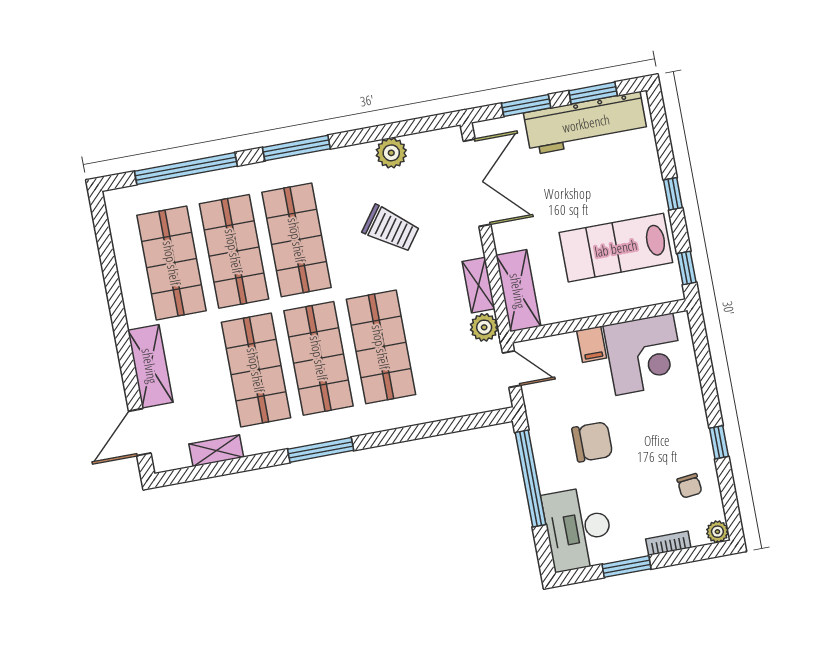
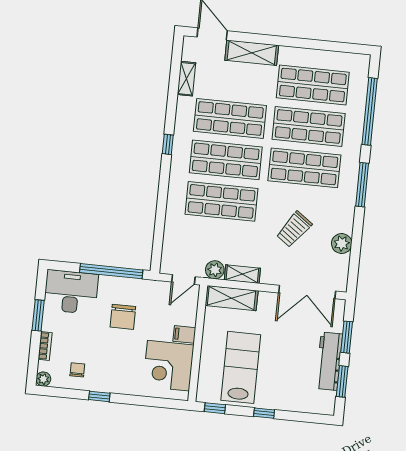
workbench: (586, 123) -> (329, 361), width x0.73, depth x0.76
window: (321, 450) -> (168, 144), width x0.46
chair: (690, 486) -> (77, 370), turned 96

